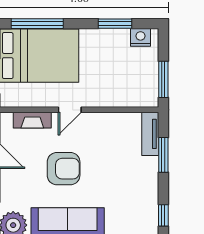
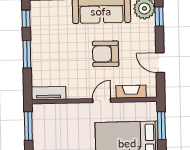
tv unit: (150, 134) -> (49, 93), moved, turned -90
window: (163, 155) -> (27, 54), moved

